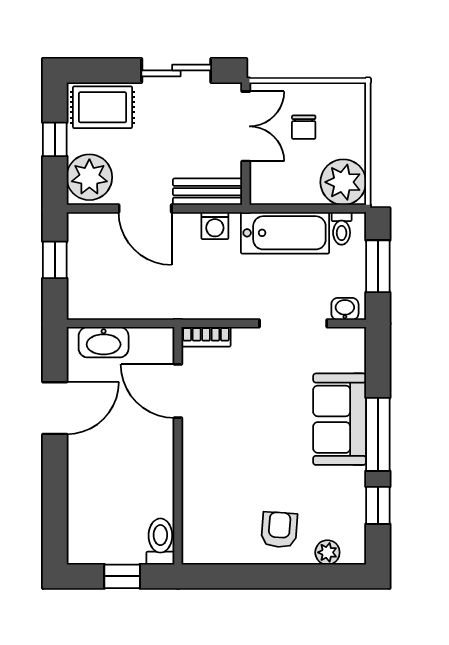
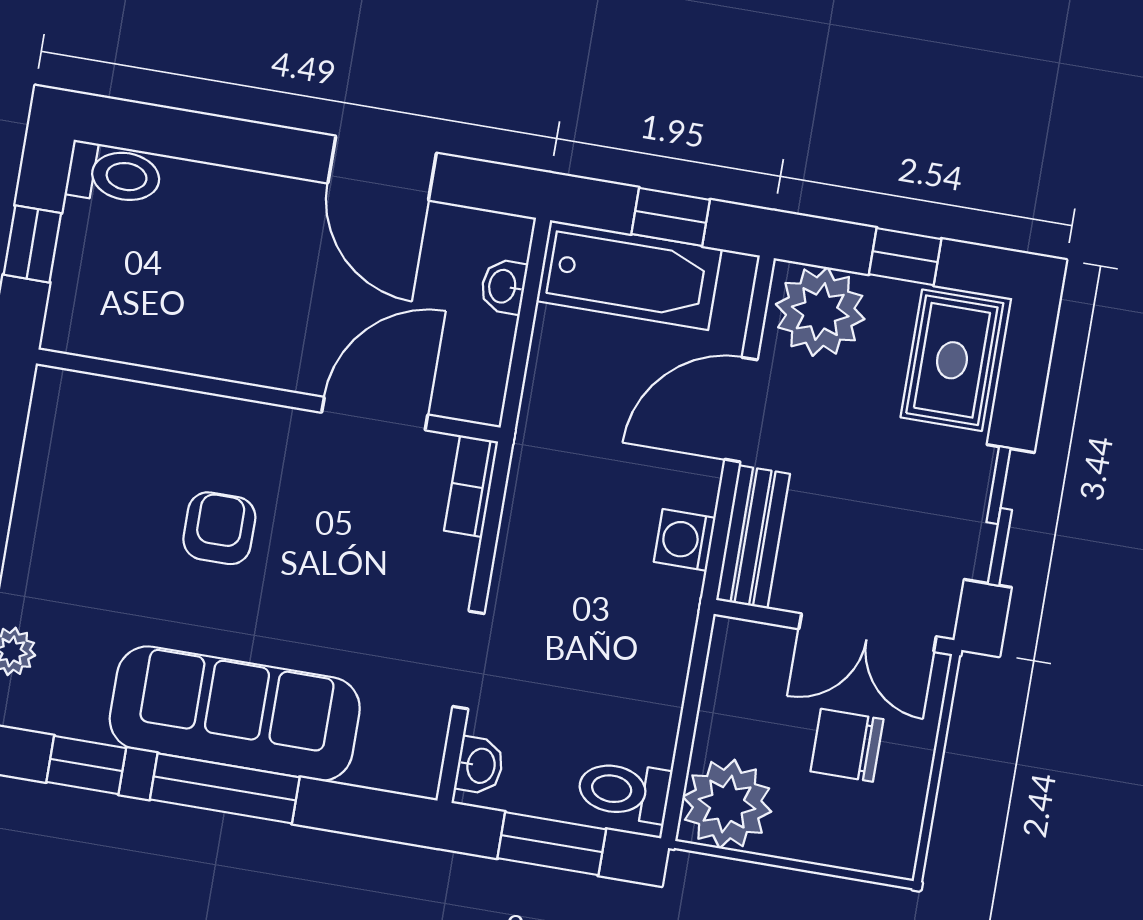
chair: (304, 127) -> (847, 745), width x1.37, depth x1.37
toilet: (342, 228) -> (624, 791), width x1.37, depth x1.39
bathtub: (285, 233) -> (629, 275), moved, turned -90
doorway: (293, 323) -> (468, 660), width x0.73
washbasin: (104, 342) -> (503, 286), width x0.52, depth x0.69
sofa: (340, 419) -> (235, 714), width x1.36
armchair: (279, 530) -> (219, 528), moved, turned -94
toilet: (160, 542) -> (114, 174), moved

